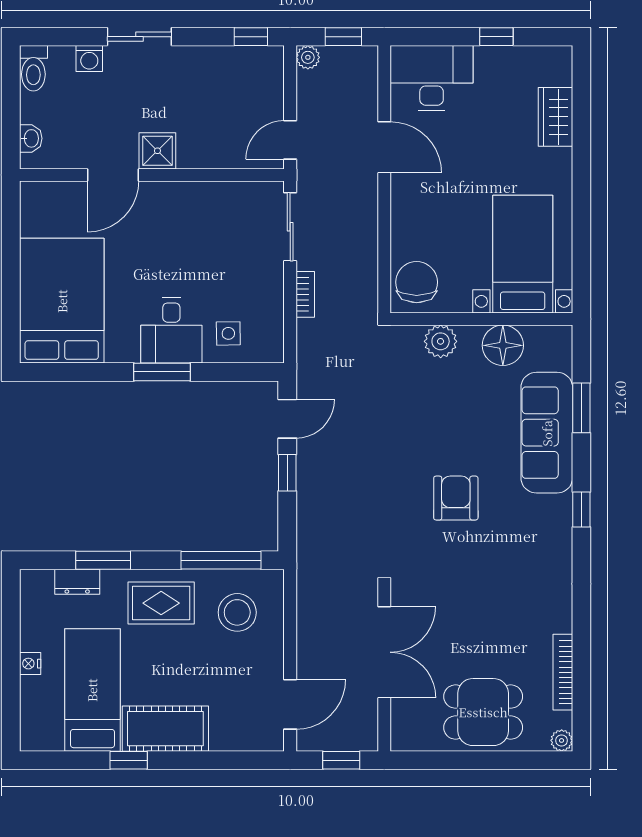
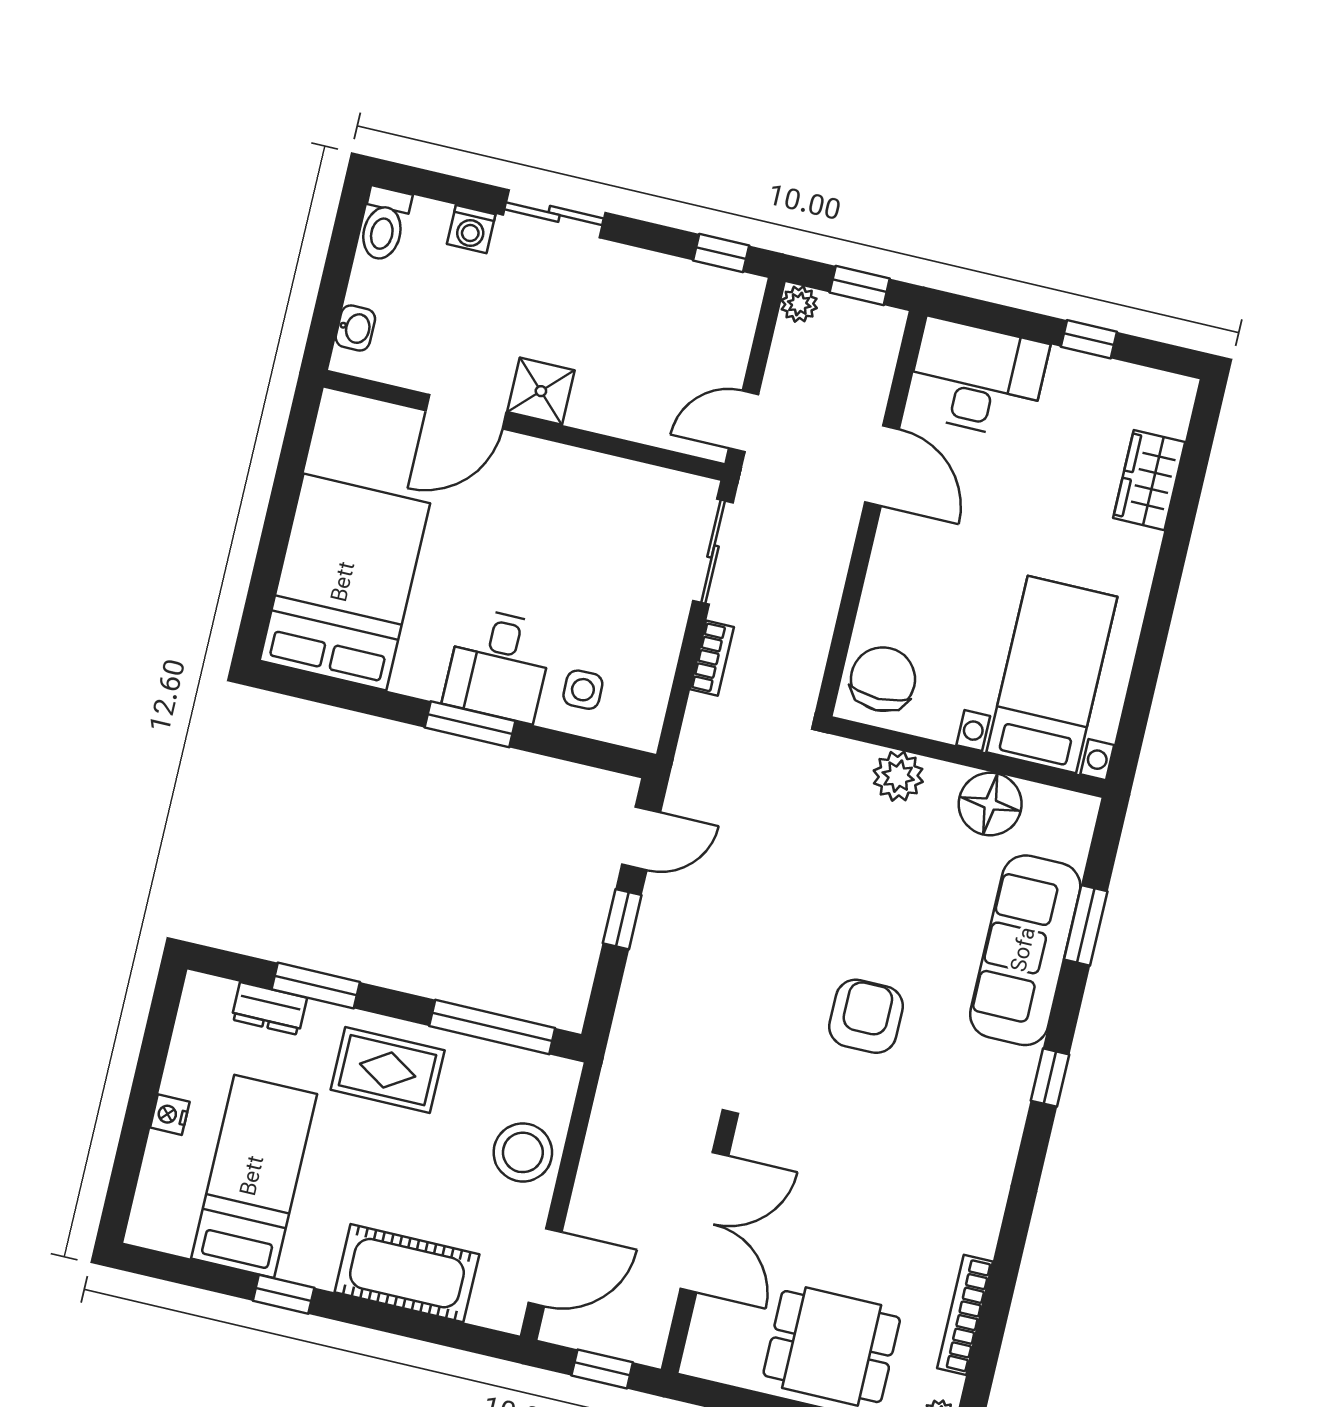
stool: (237, 612) -> (523, 1152), moved
cot: (165, 729) -> (407, 1273), moved

